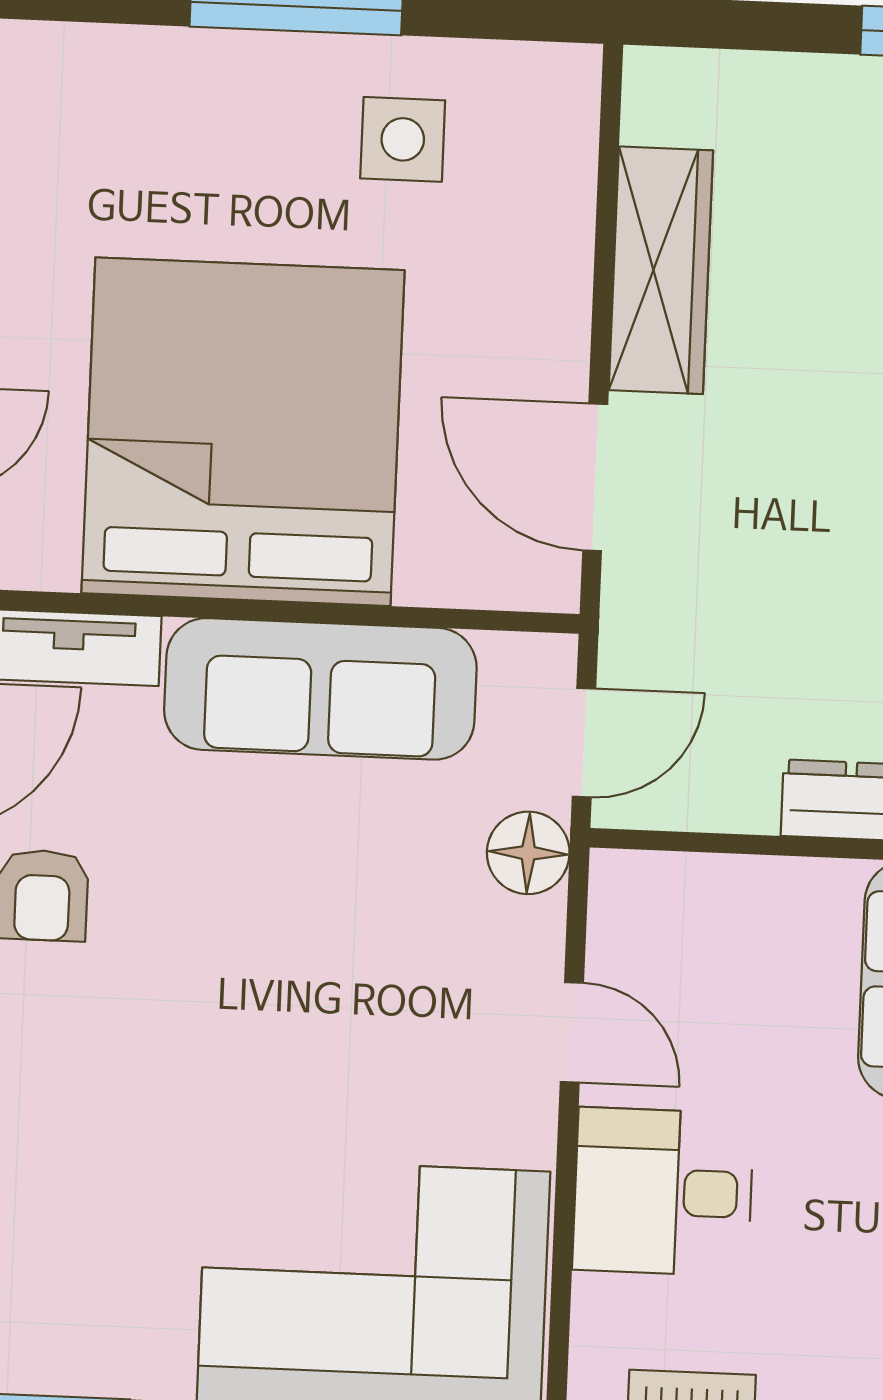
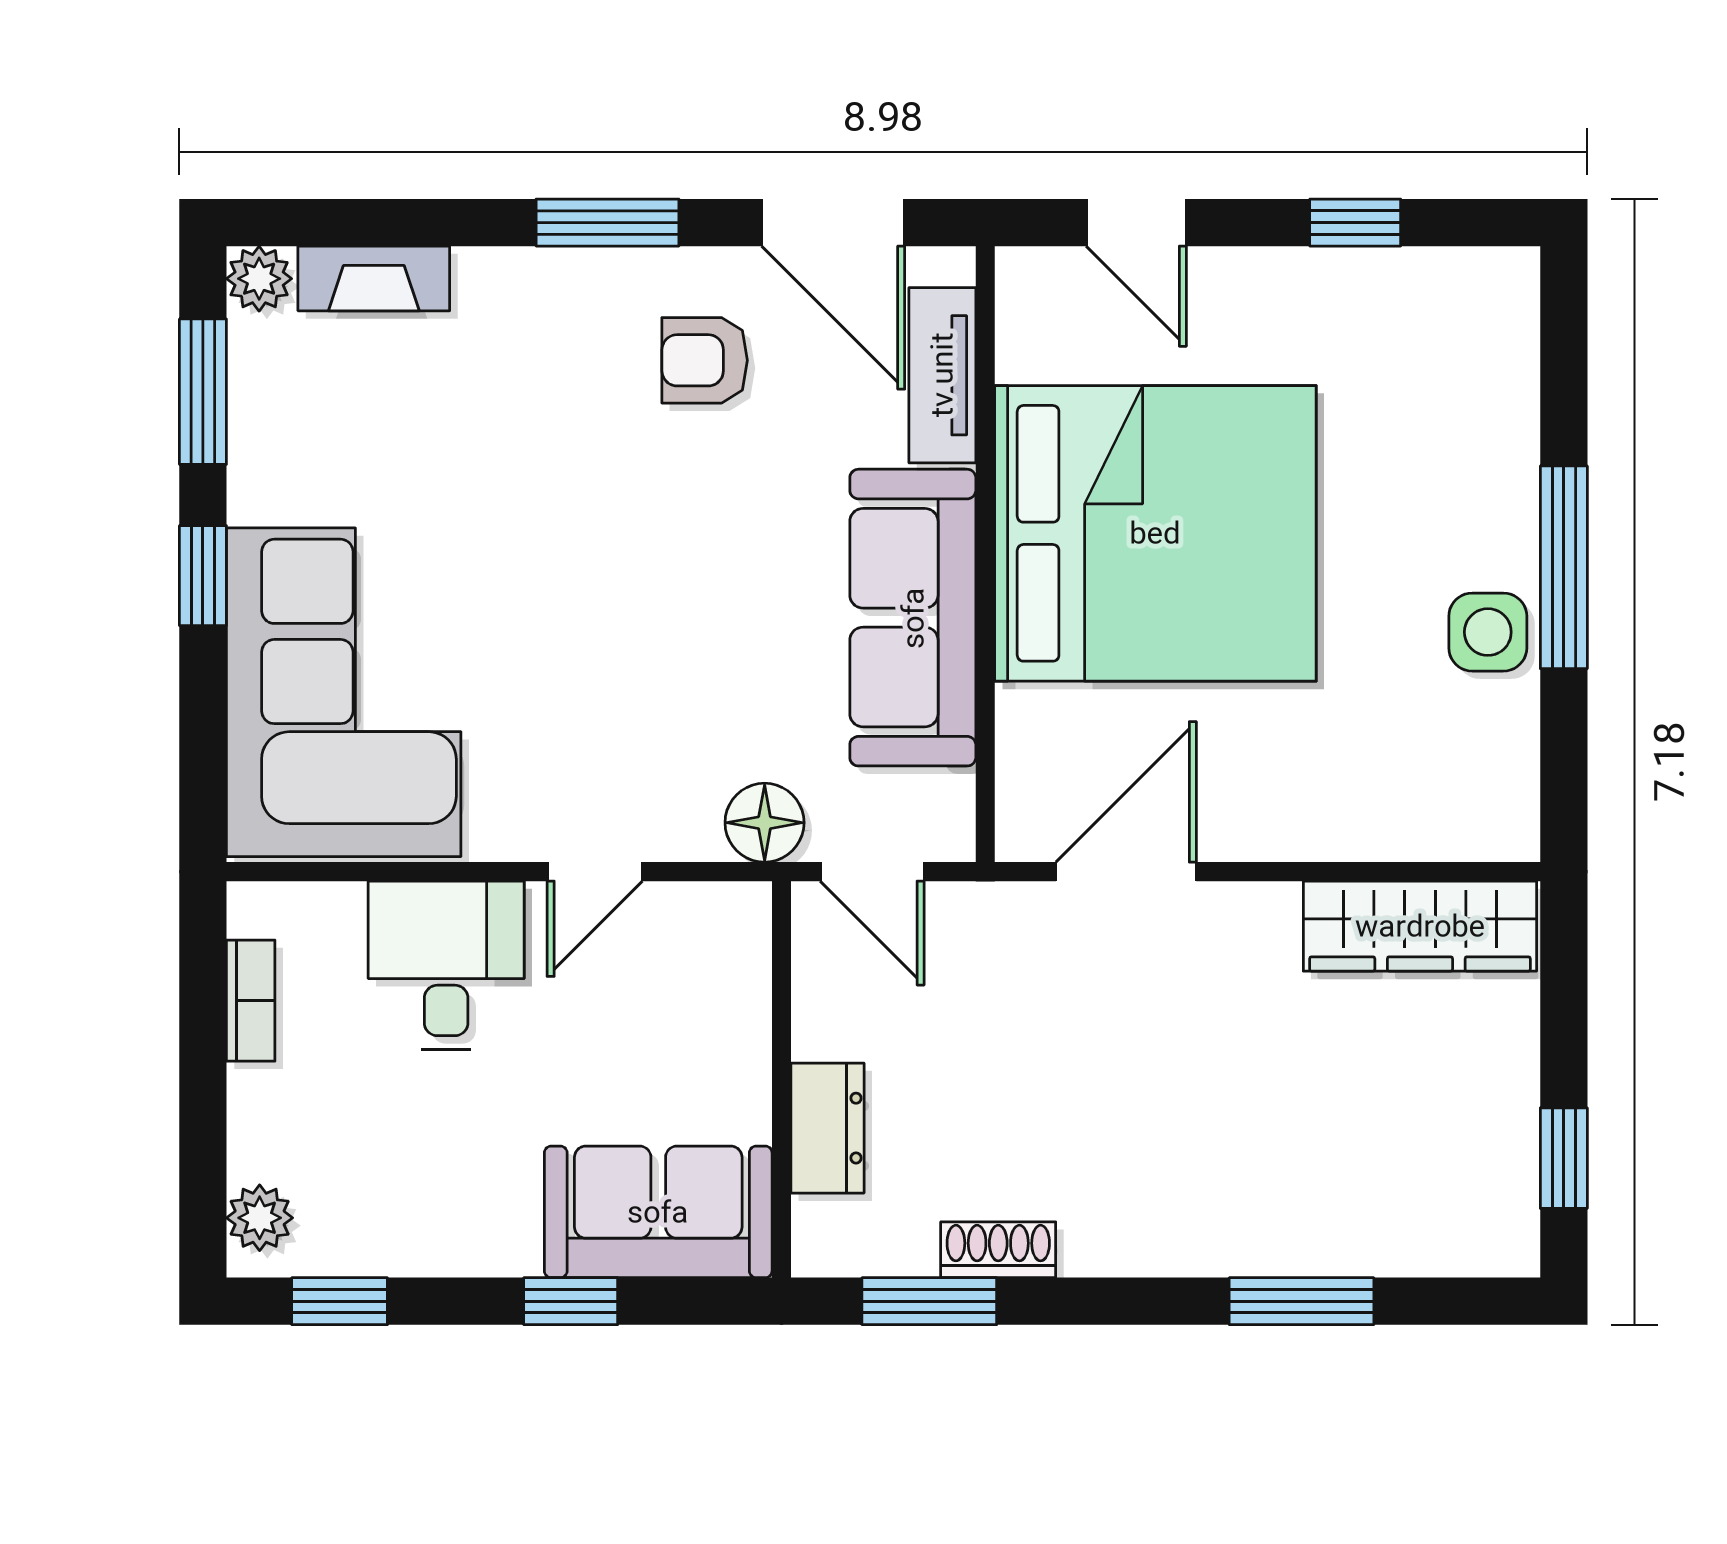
side table: (403, 139) -> (1488, 632), moved
wardrobe: (661, 270) -> (1420, 926), moved

